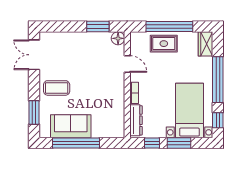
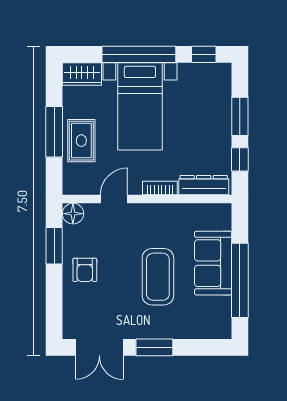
window: (169, 27) -> (54, 132), width x0.68
armchair: (83, 46) -> (85, 270), added
coffee table: (57, 88) -> (158, 277), moved, width x1.36, depth x1.32
bed with nightstands: (189, 110) -> (140, 106), moved, turned -90
window: (34, 112) -> (154, 347), moved
sofa: (71, 126) -> (213, 263), moved

